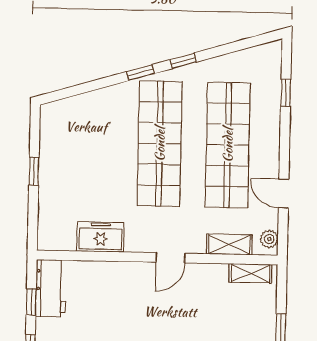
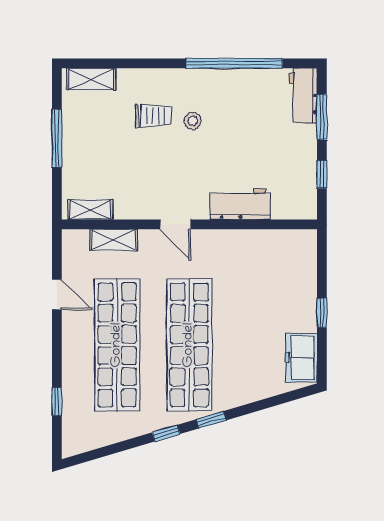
freezer: (100, 237) -> (301, 358), moved, turned 90
plant: (269, 239) -> (71, 246), removed
door: (170, 258) -> (175, 224), swing flipped
workbench: (51, 288) -> (240, 204), moved, turned 90

